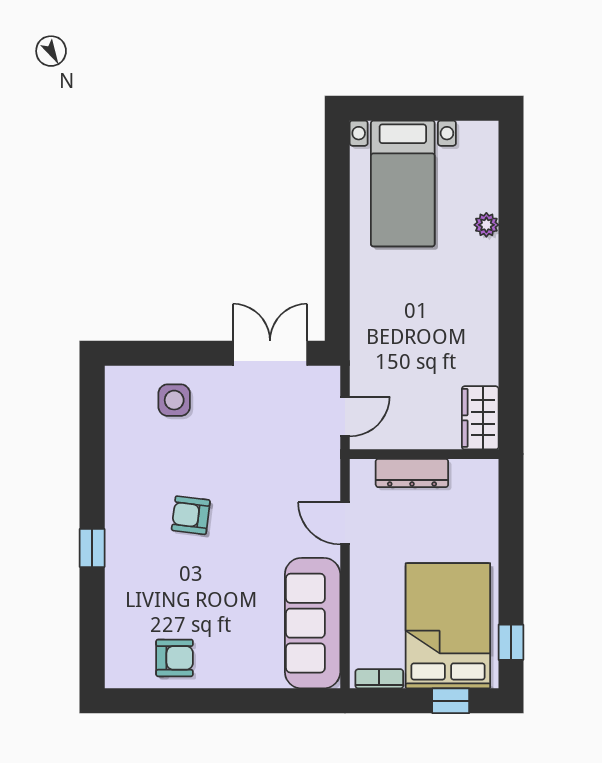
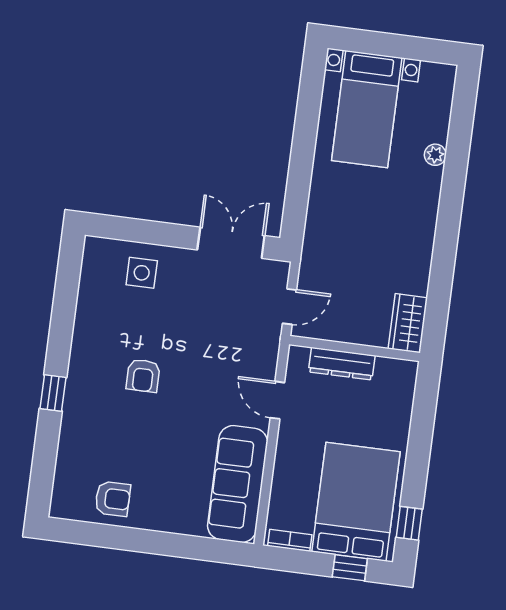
armchair: (191, 515) -> (143, 376), turned -97

